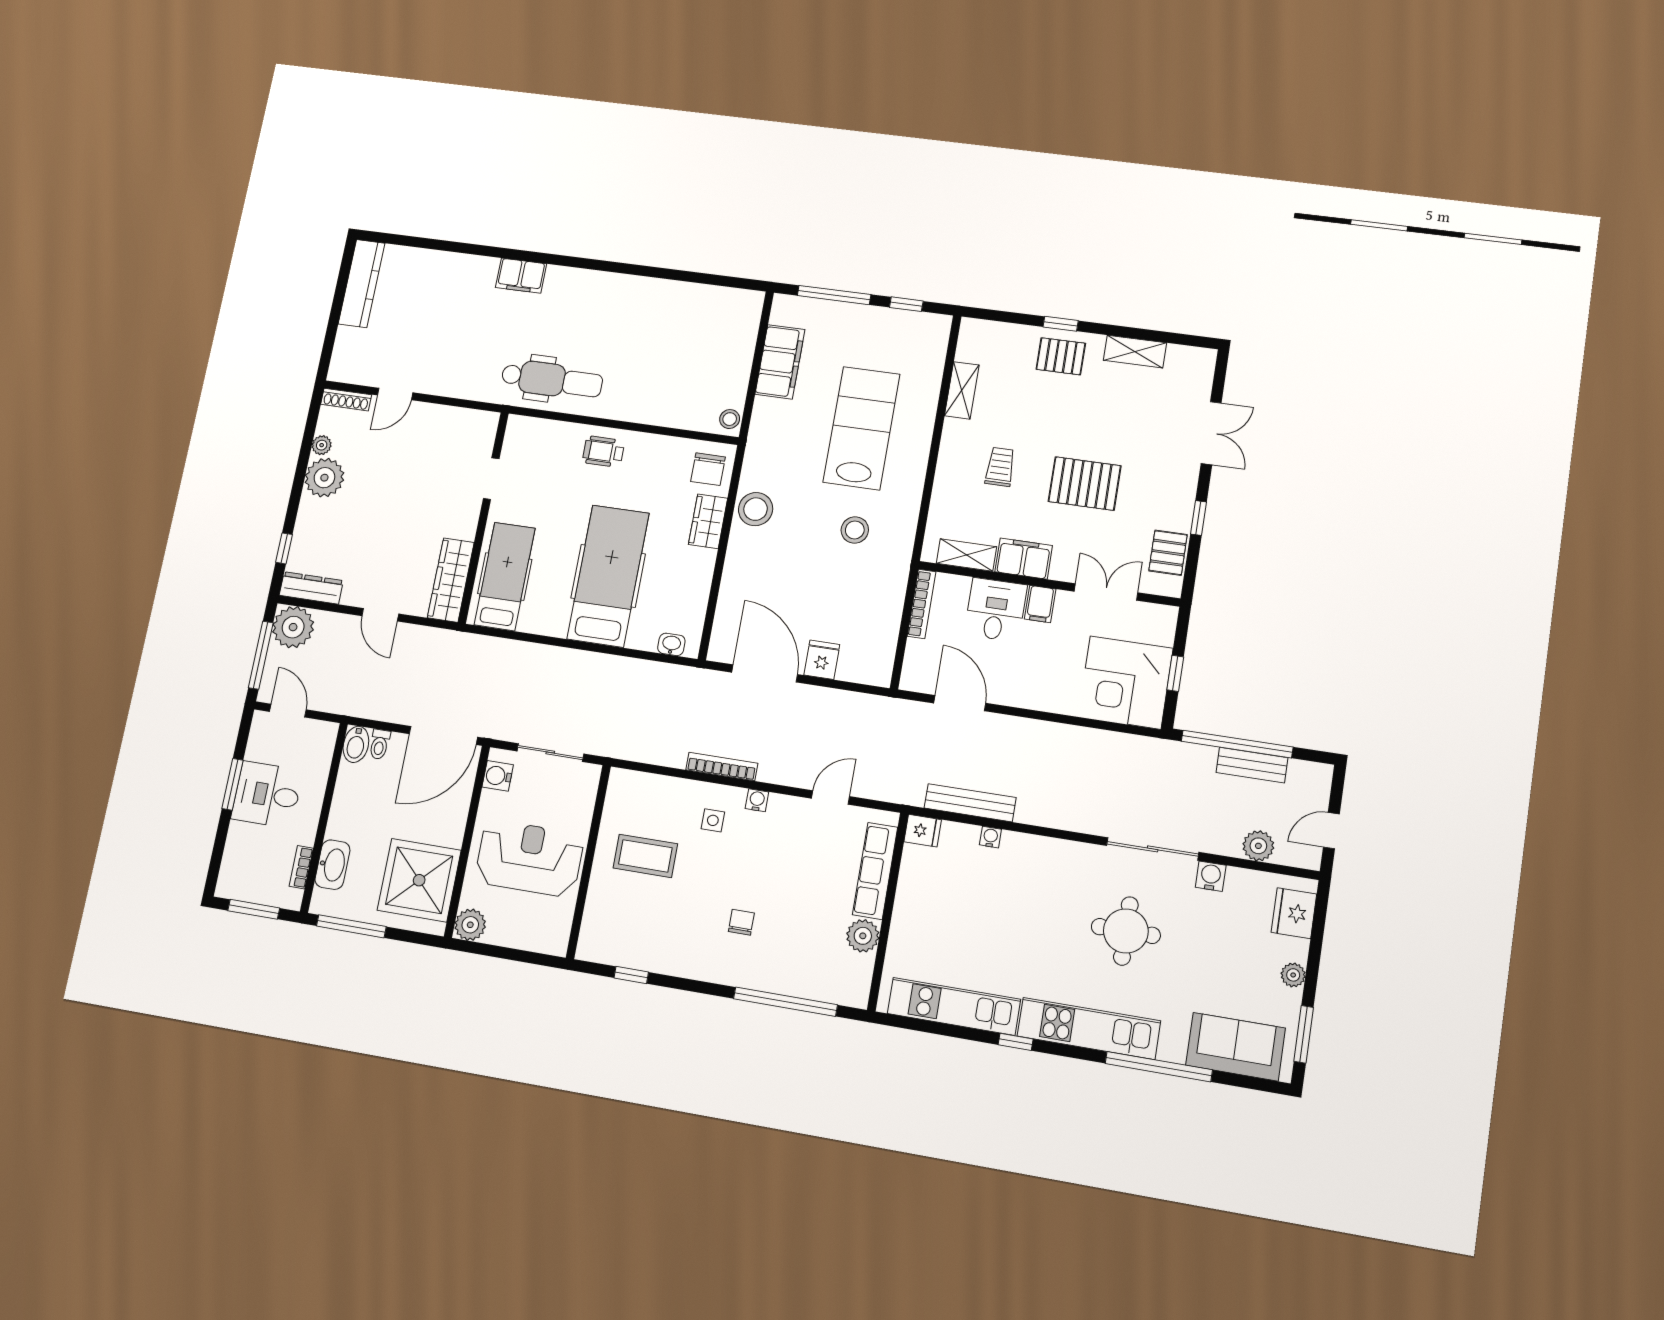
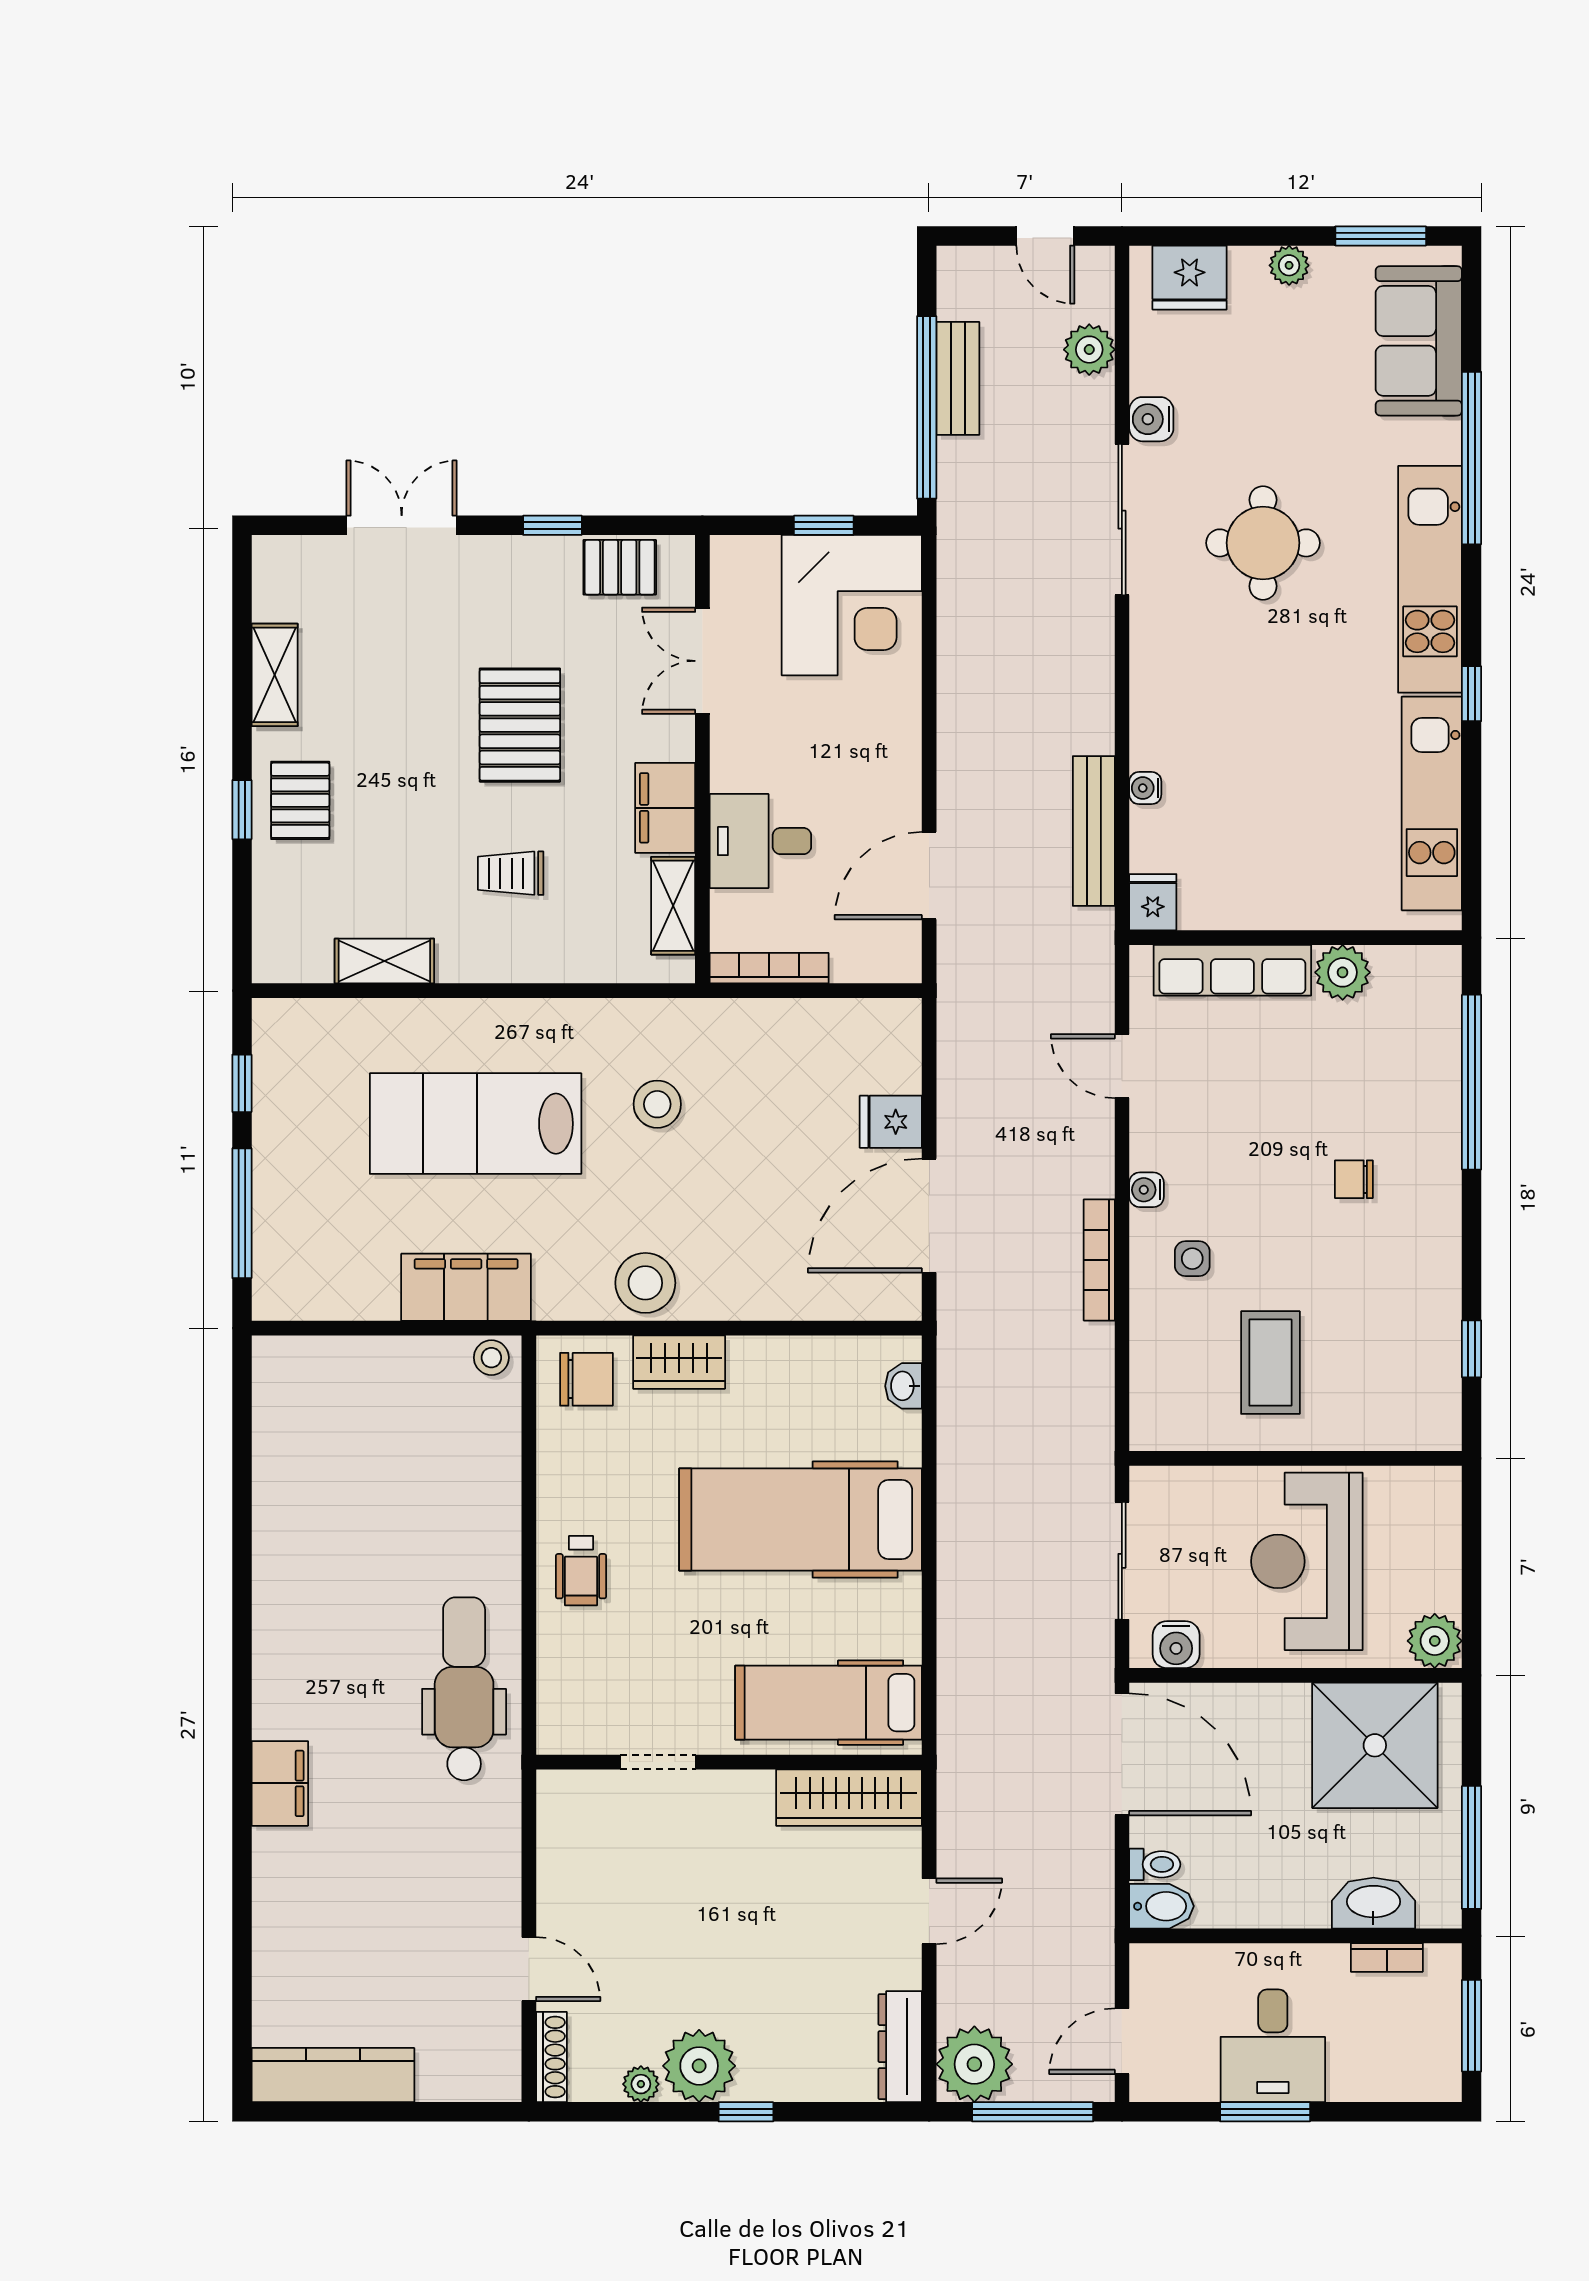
filing cabinet: (780, 362) -> (466, 1287), moved
window: (284, 548) -> (746, 2112), moved
filing cabinet: (1040, 604) -> (739, 768), removed

